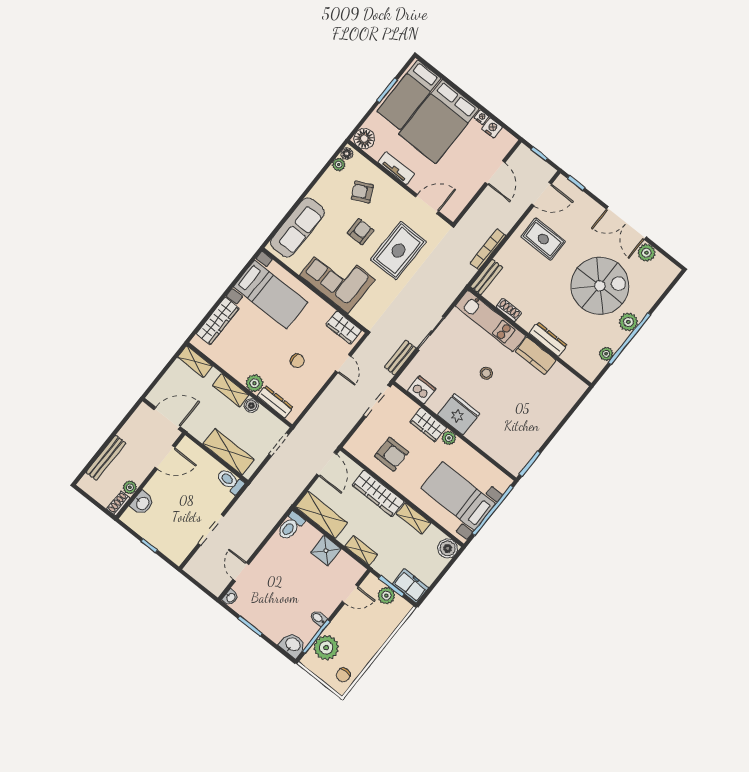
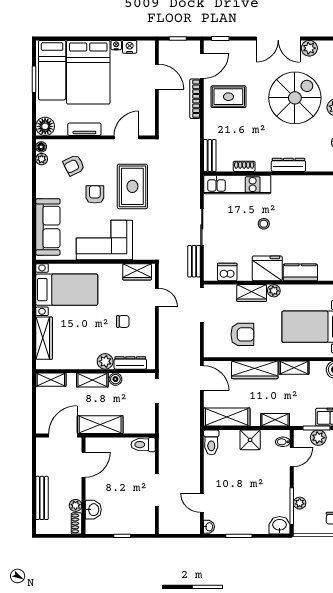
bookcase: (488, 249) -> (195, 99), moved
kitchen counter: (536, 356) -> (300, 272), moved, turned 180
shelving: (229, 452) -> (100, 425), moved
bidet: (318, 618) -> (283, 442), moved
plant: (326, 648) -> (300, 503), width x0.53, depth x0.53

